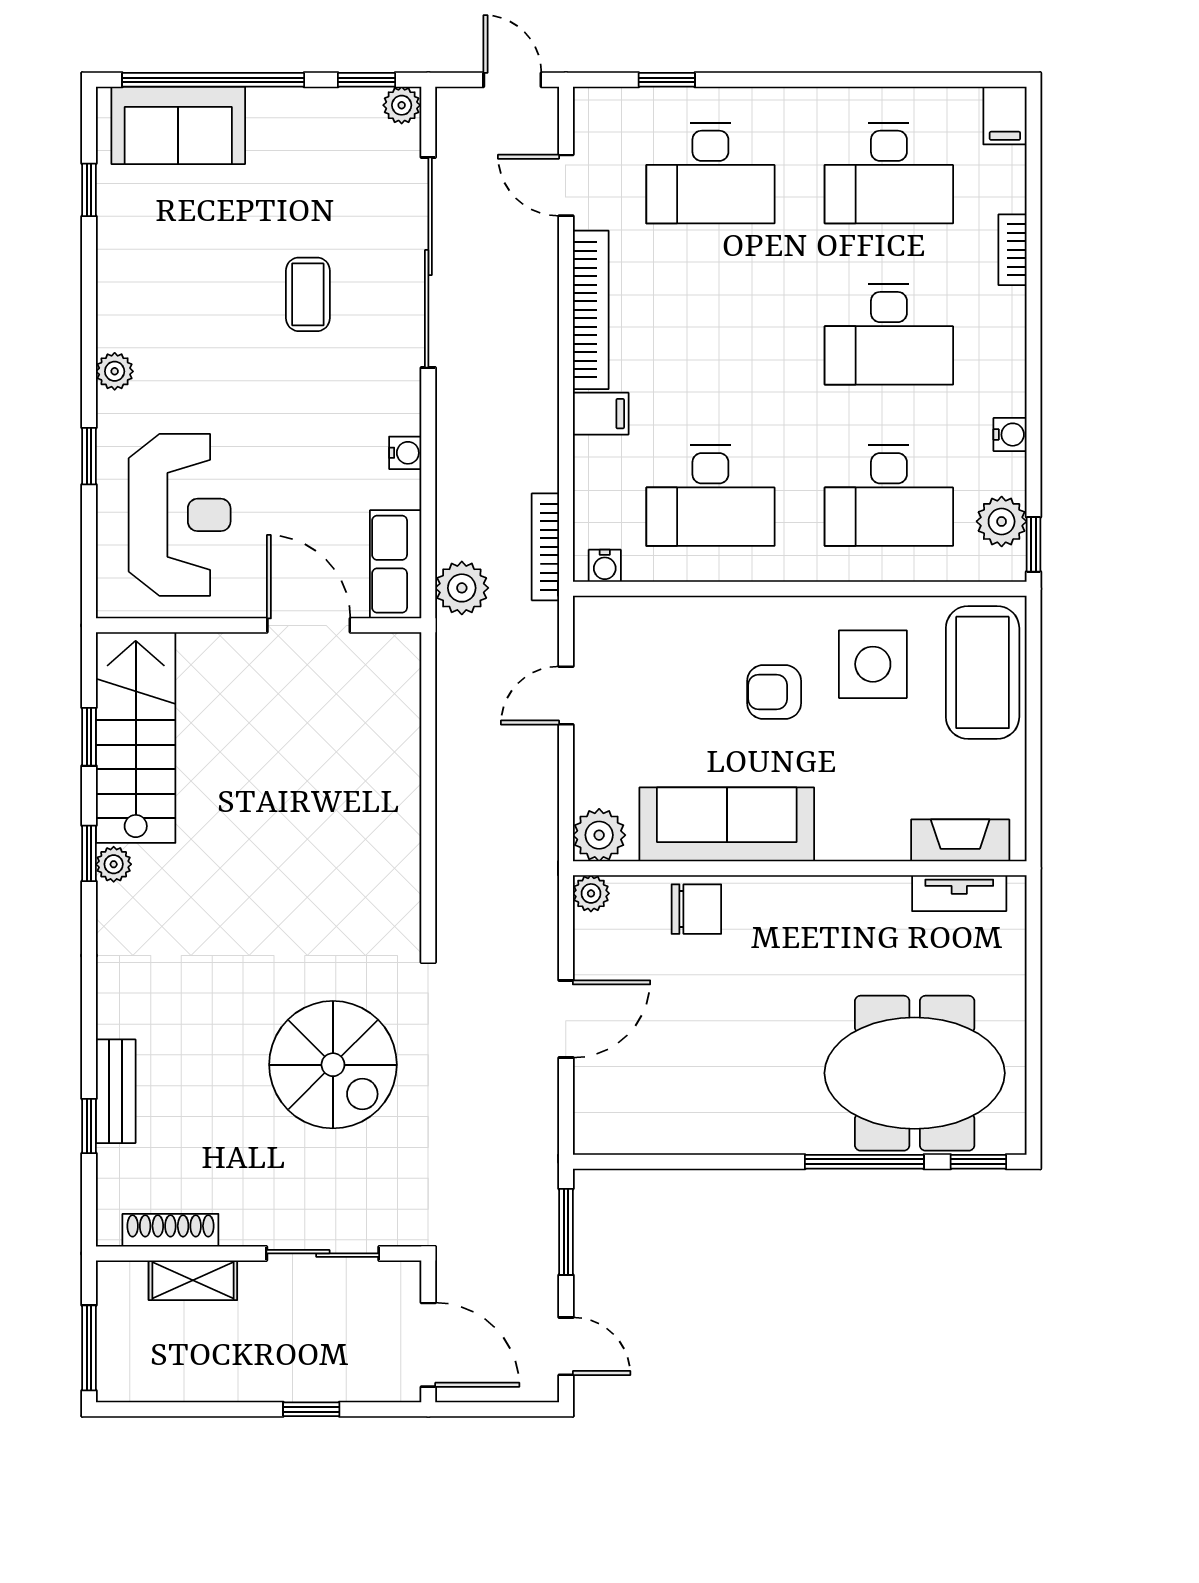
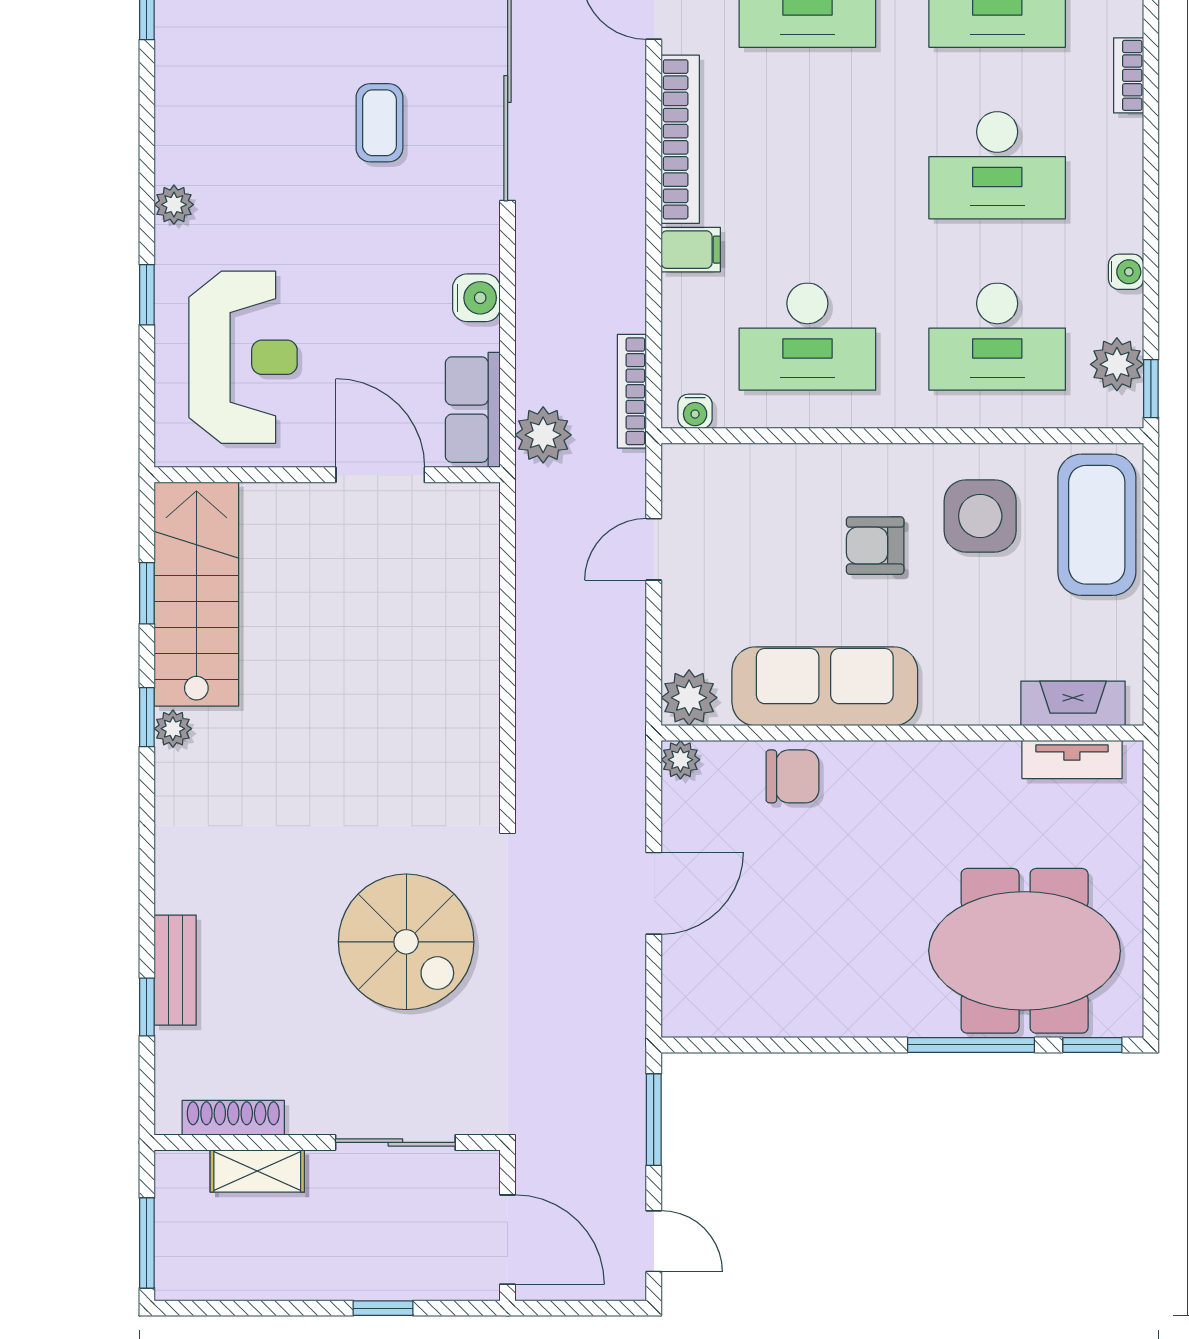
water cooler: (405, 453) -> (476, 298), width x1.38, depth x1.38

